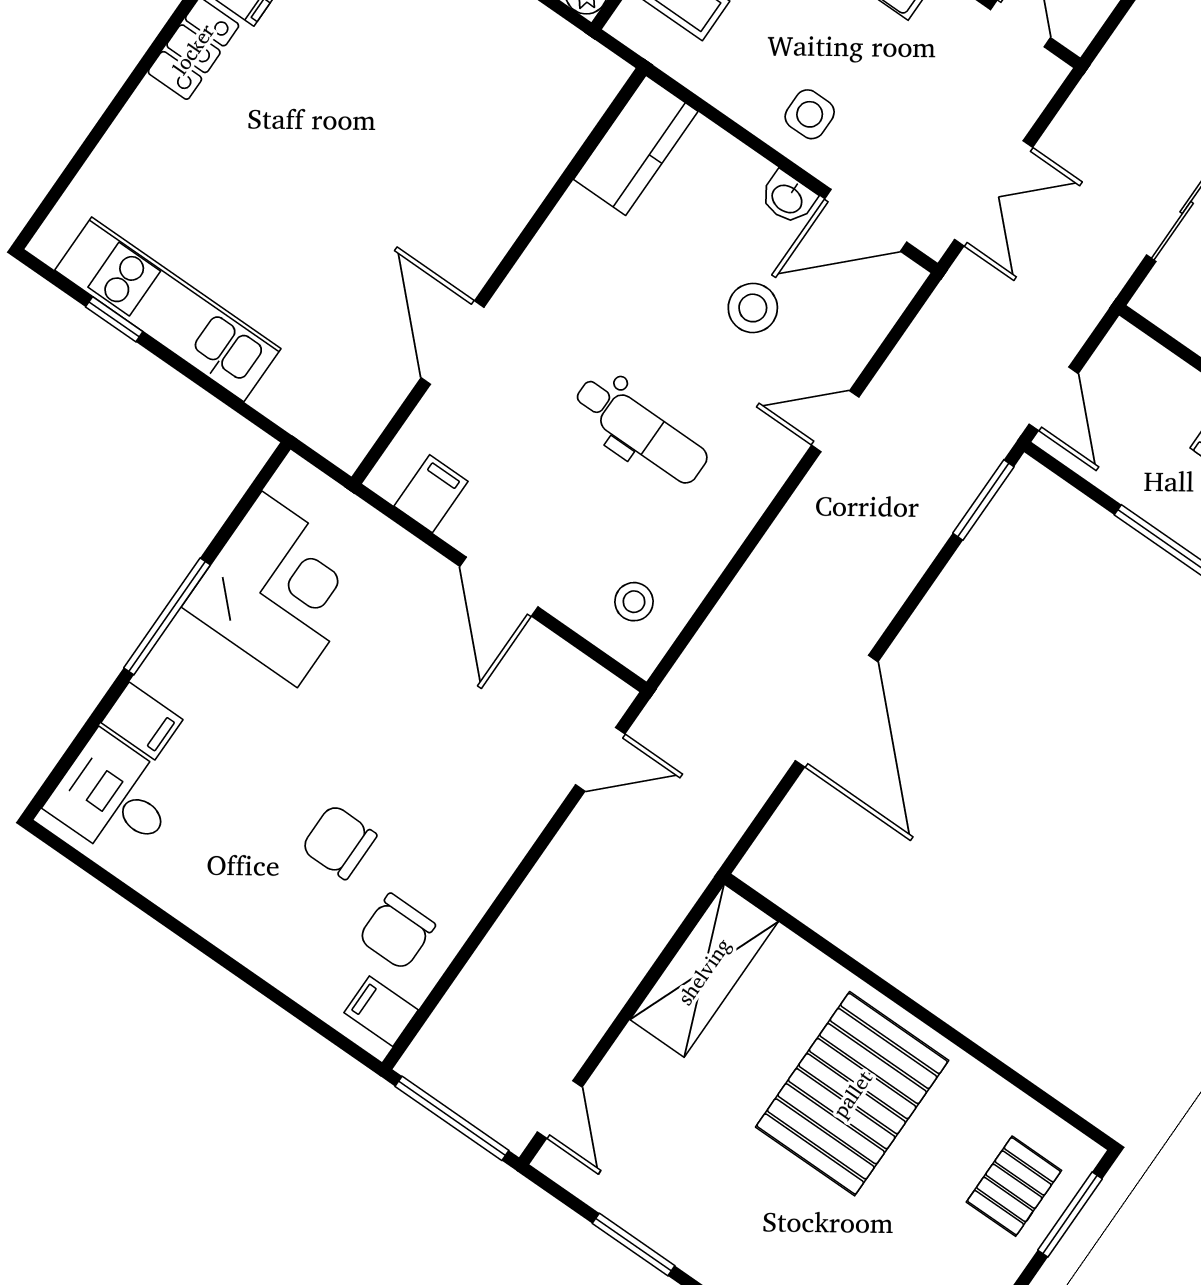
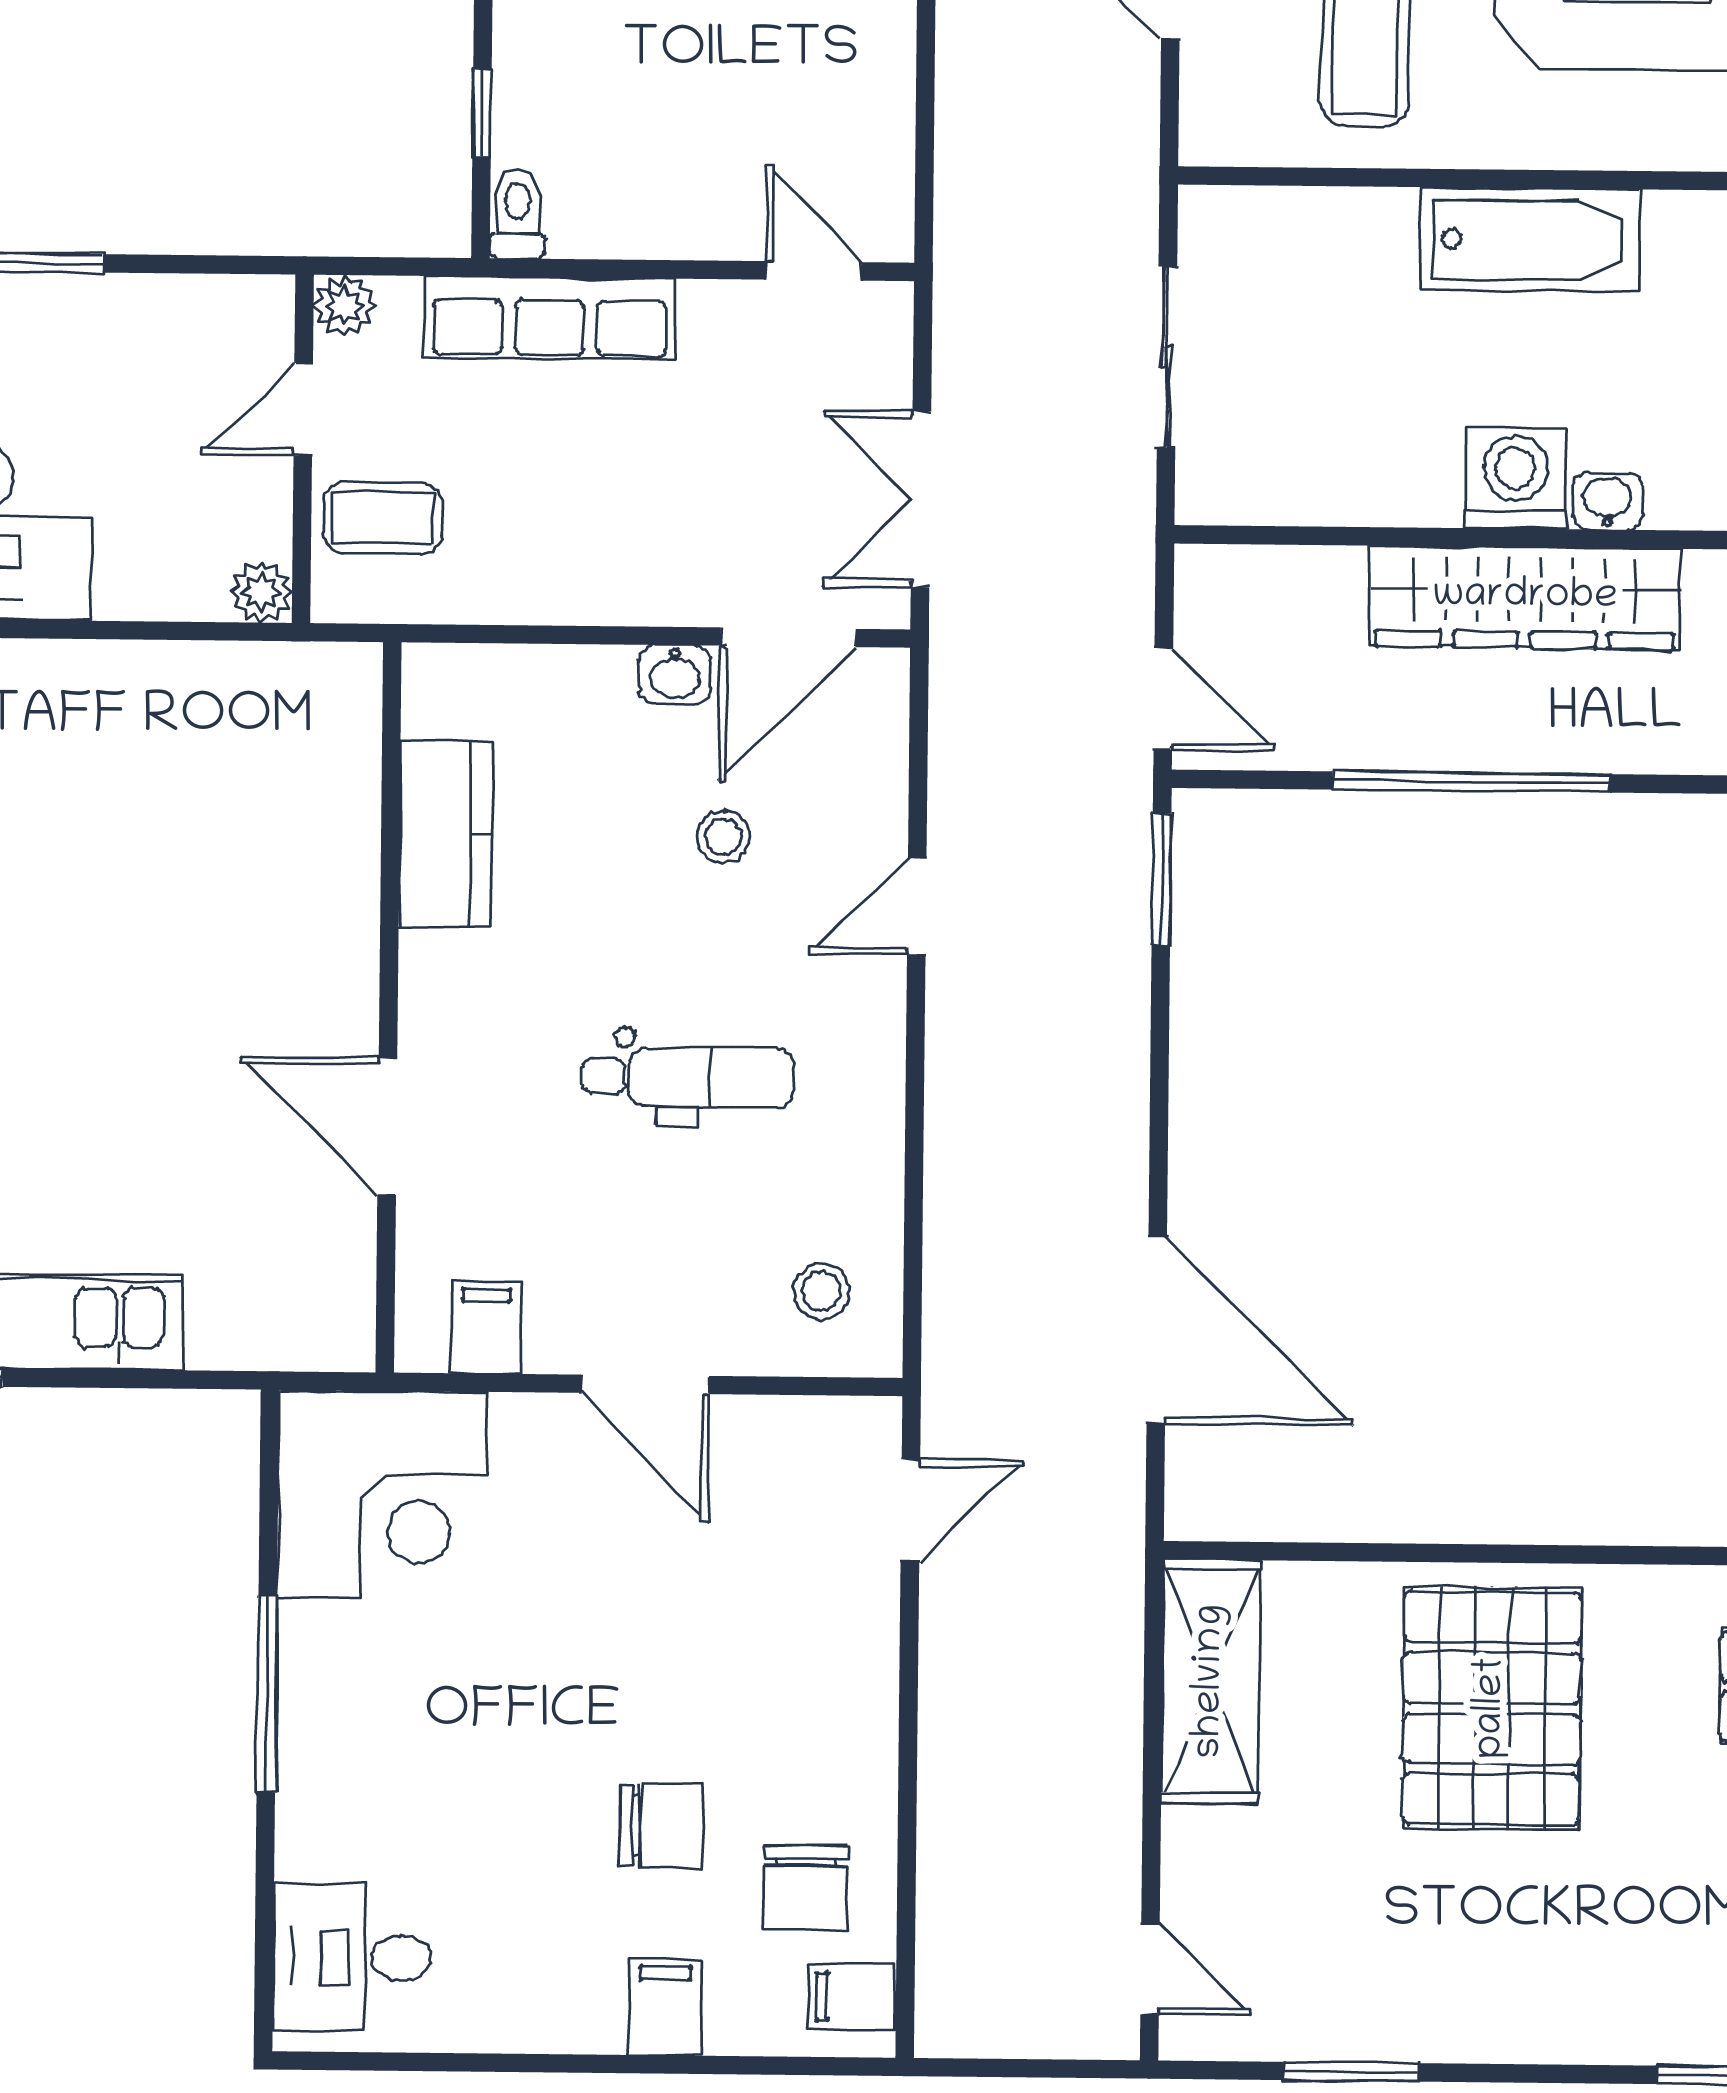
side table: (810, 114) -> (633, 555), removed
kitchen counter: (636, 145) -> (446, 834), moved
double door: (994, 193) -> (921, 499), swing flipped
stool: (753, 308) -> (723, 837), width x0.73, depth x0.73
corner desk: (280, 589) -> (382, 1495), moved, turned 90
door: (837, 711) -> (1157, 1330), moved
filing cabinet: (142, 721) -> (665, 2007), moved, turned -90
chair: (339, 842) -> (661, 1826), turned 180
window: (452, 1118) -> (1026, 2068), removed

